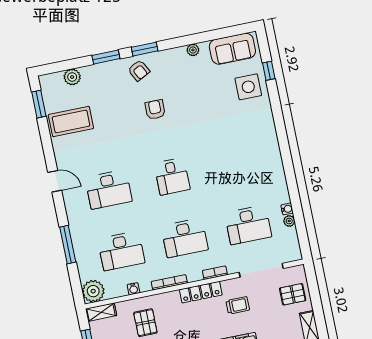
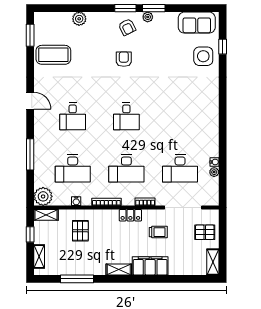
plant: (193, 50) -> (148, 17), moved
window: (106, 57) -> (154, 8), moved
armchair: (139, 70) -> (127, 27), moved
plant: (72, 77) -> (79, 19), moved
desk: (109, 189) -> (73, 116), width x0.73
locker: (201, 292) -> (130, 215), width x0.66

